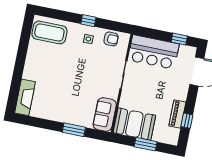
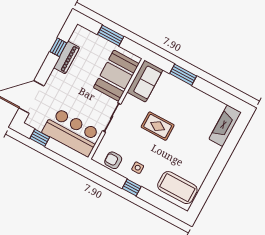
rug: (82, 80) -> (158, 126), added
booth: (134, 124) -> (116, 76), moved, turned 90

